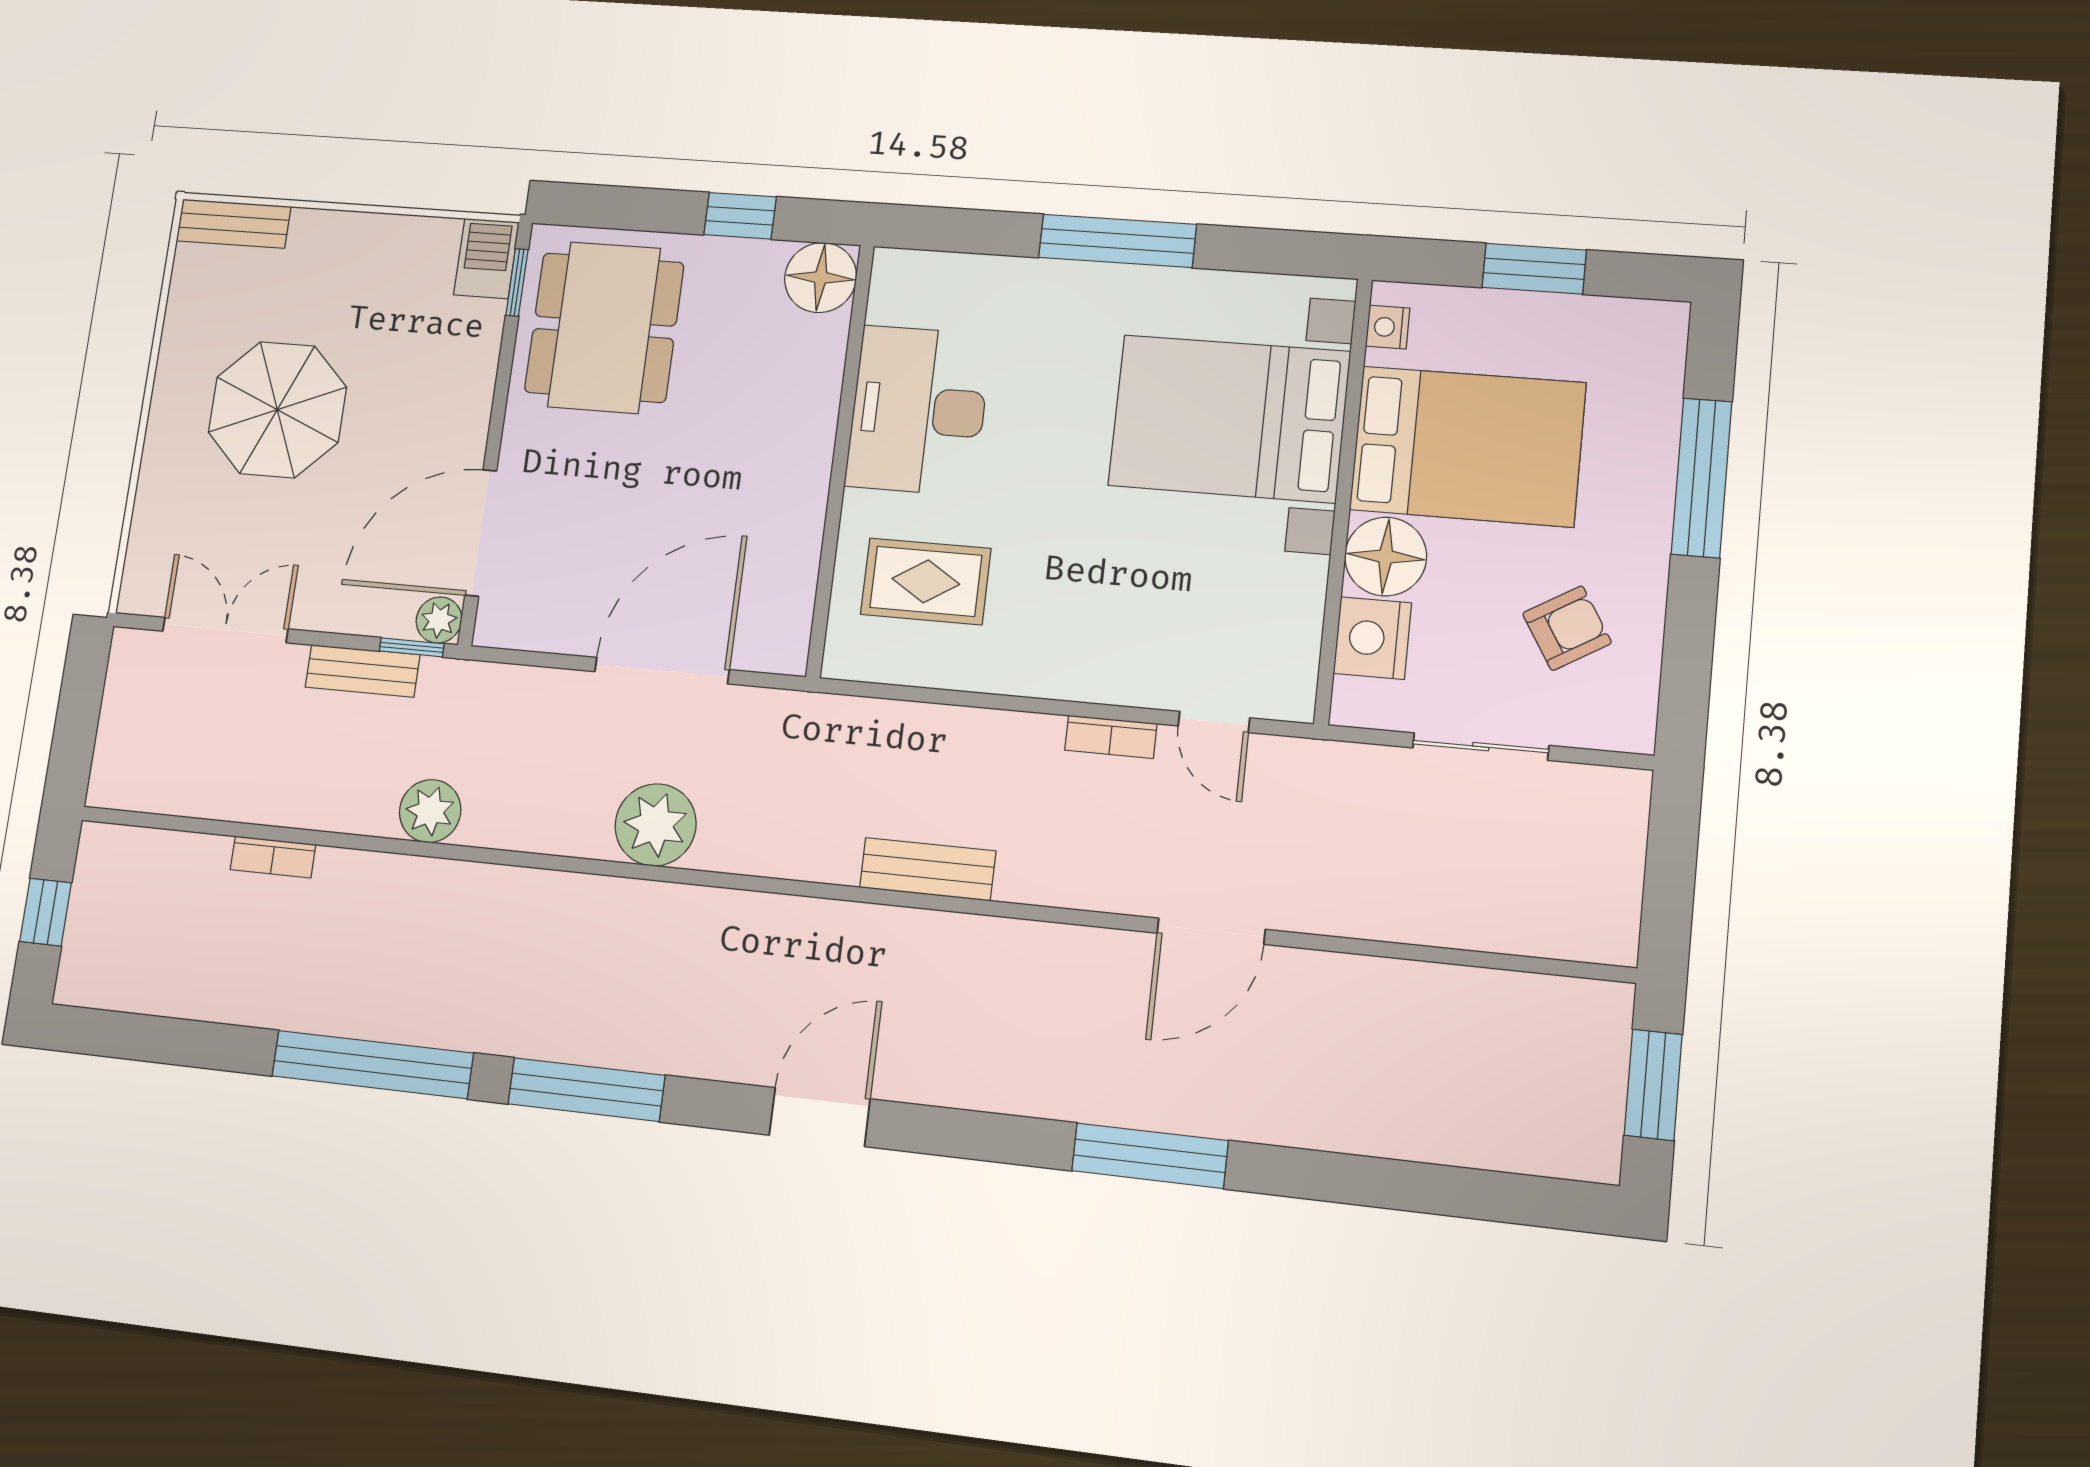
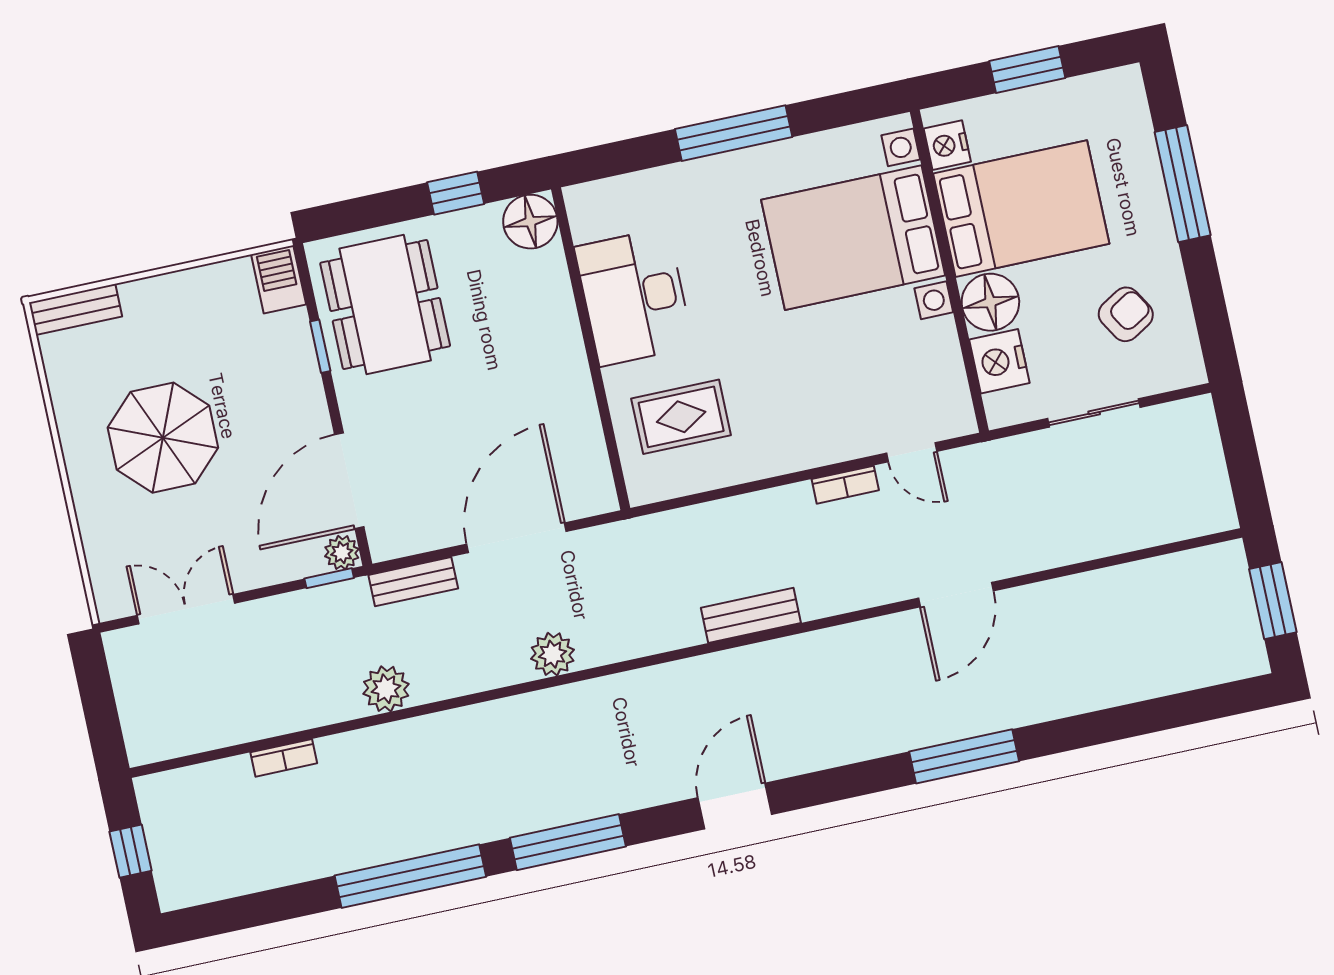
window: (517, 282) -> (320, 346), moved
nightstand: (1388, 327) -> (947, 145), width x1.39, depth x1.35
bench: (363, 671) -> (413, 582), moved
plant: (656, 825) -> (553, 654), width x0.73, depth x0.73

